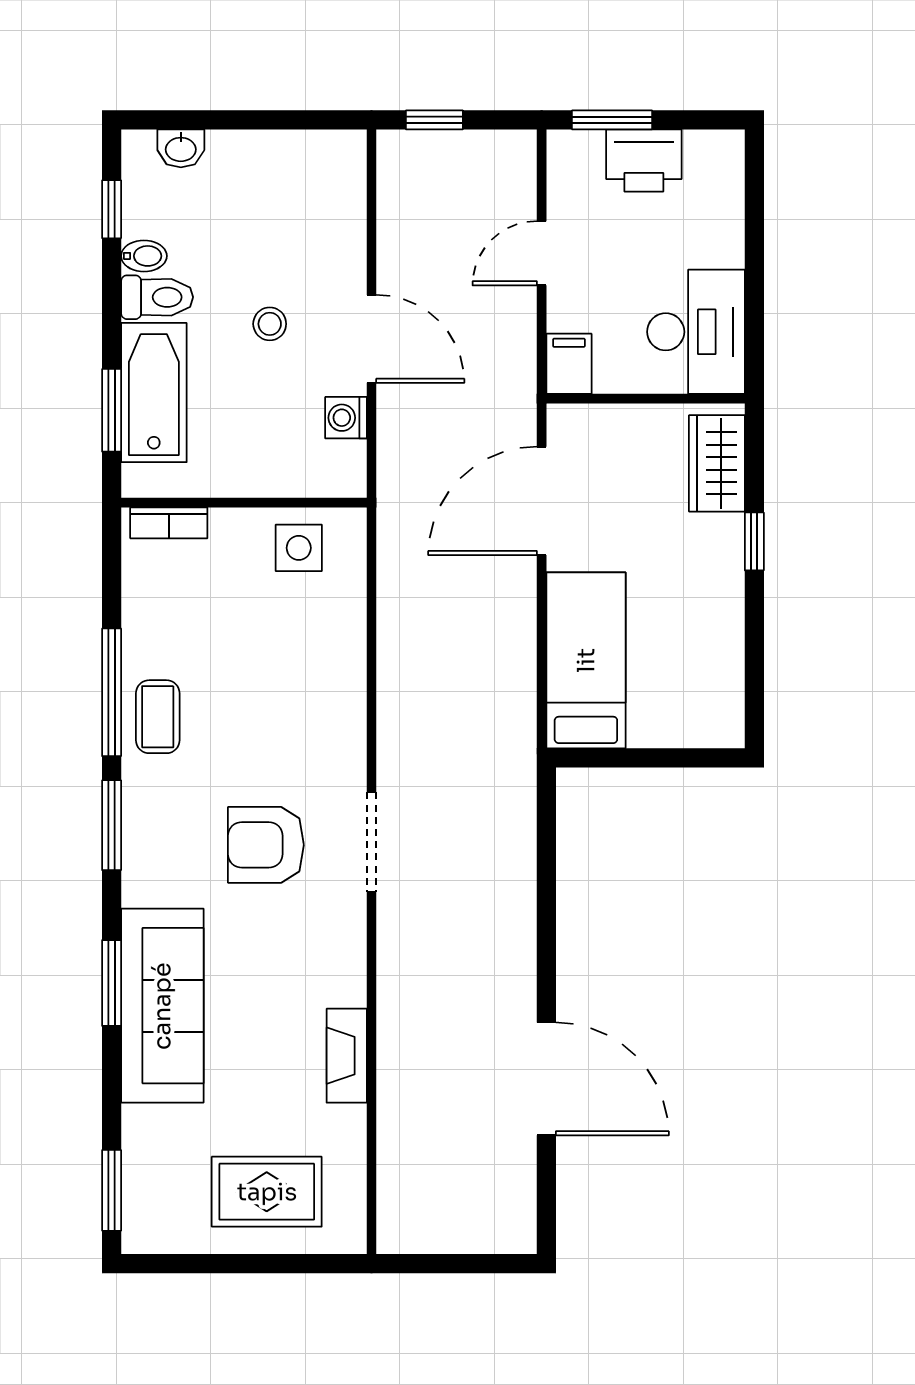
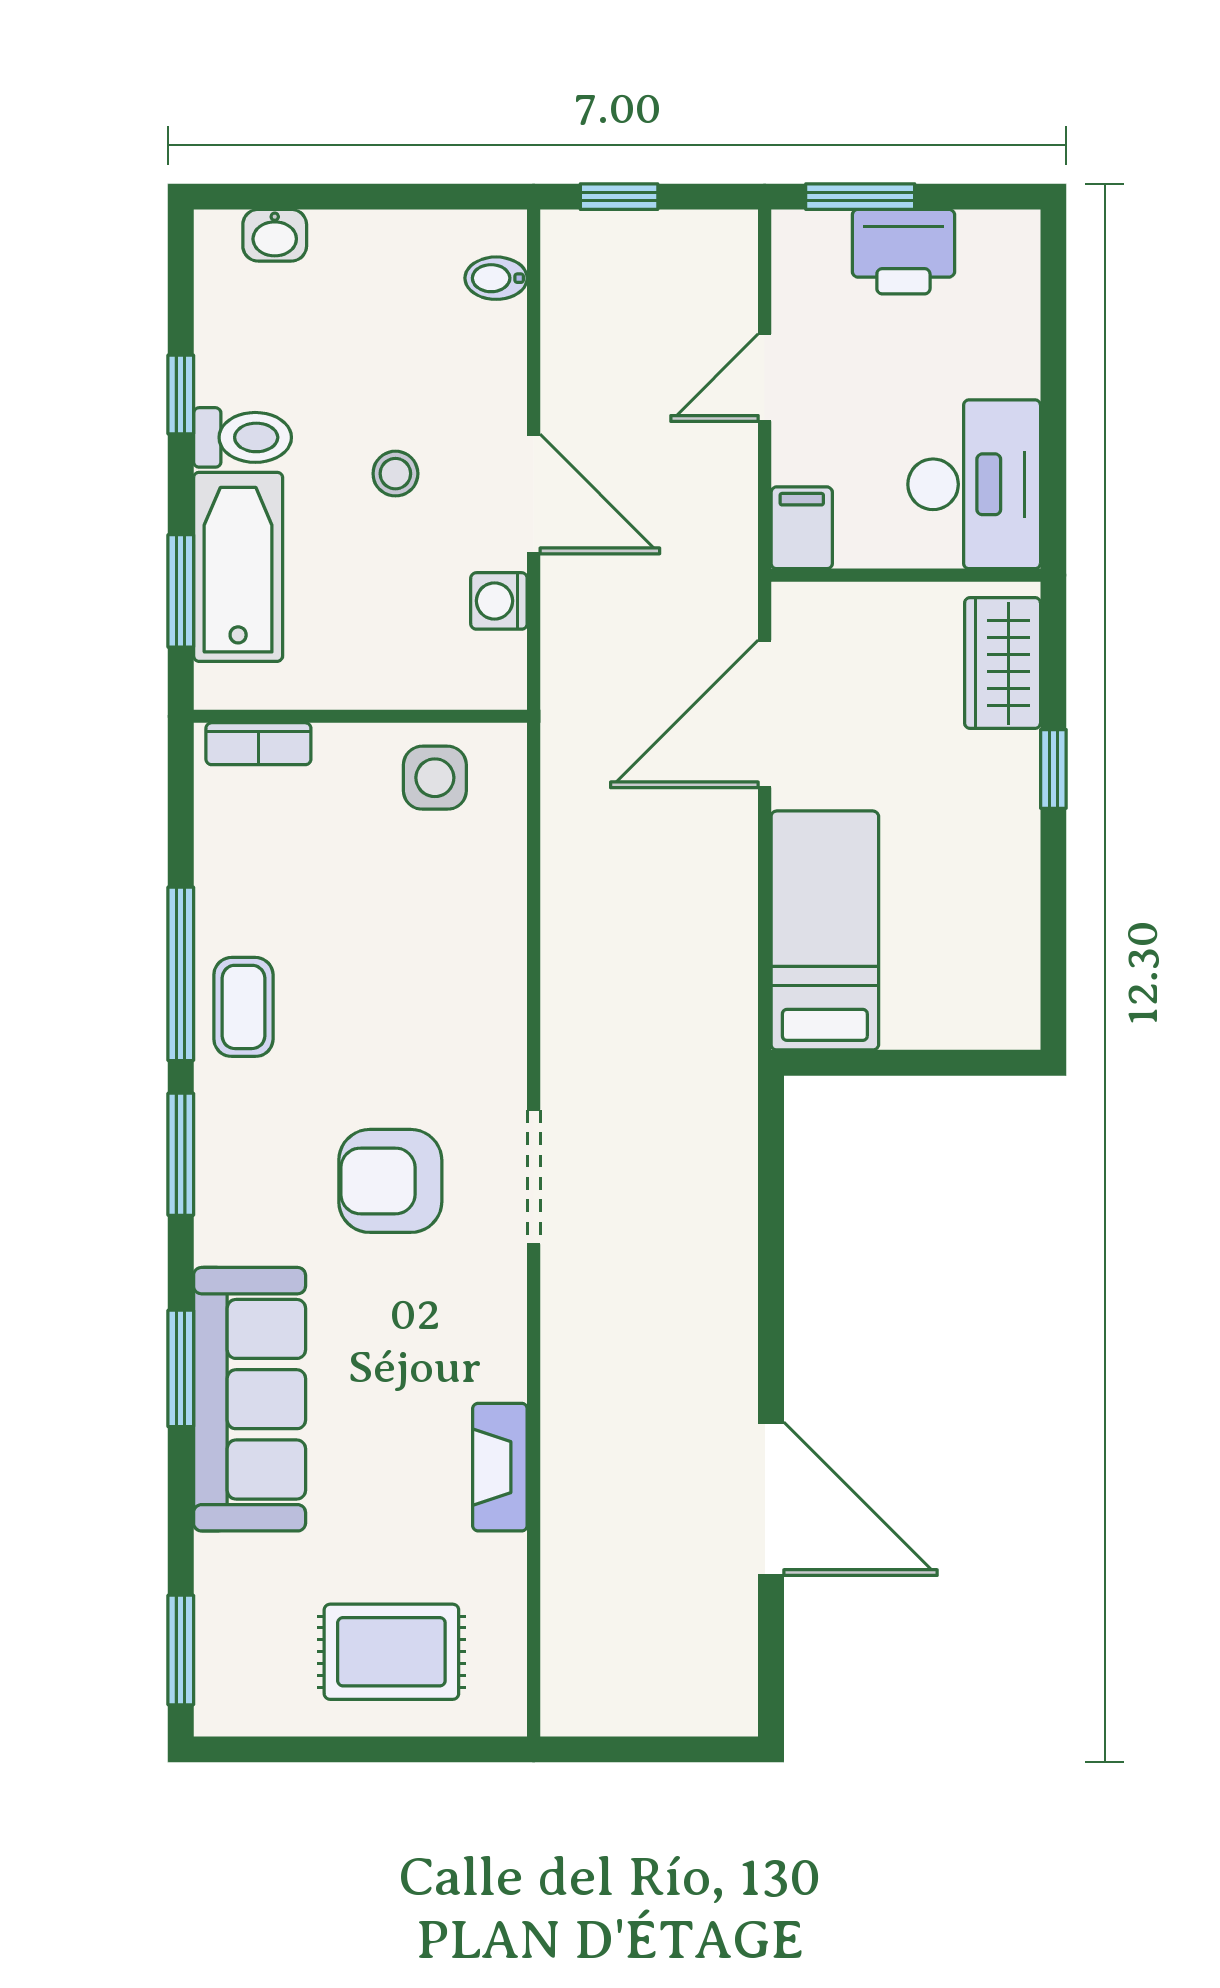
window: (112, 209) -> (181, 394), moved
bidet: (144, 256) -> (496, 278), moved, turned 180

